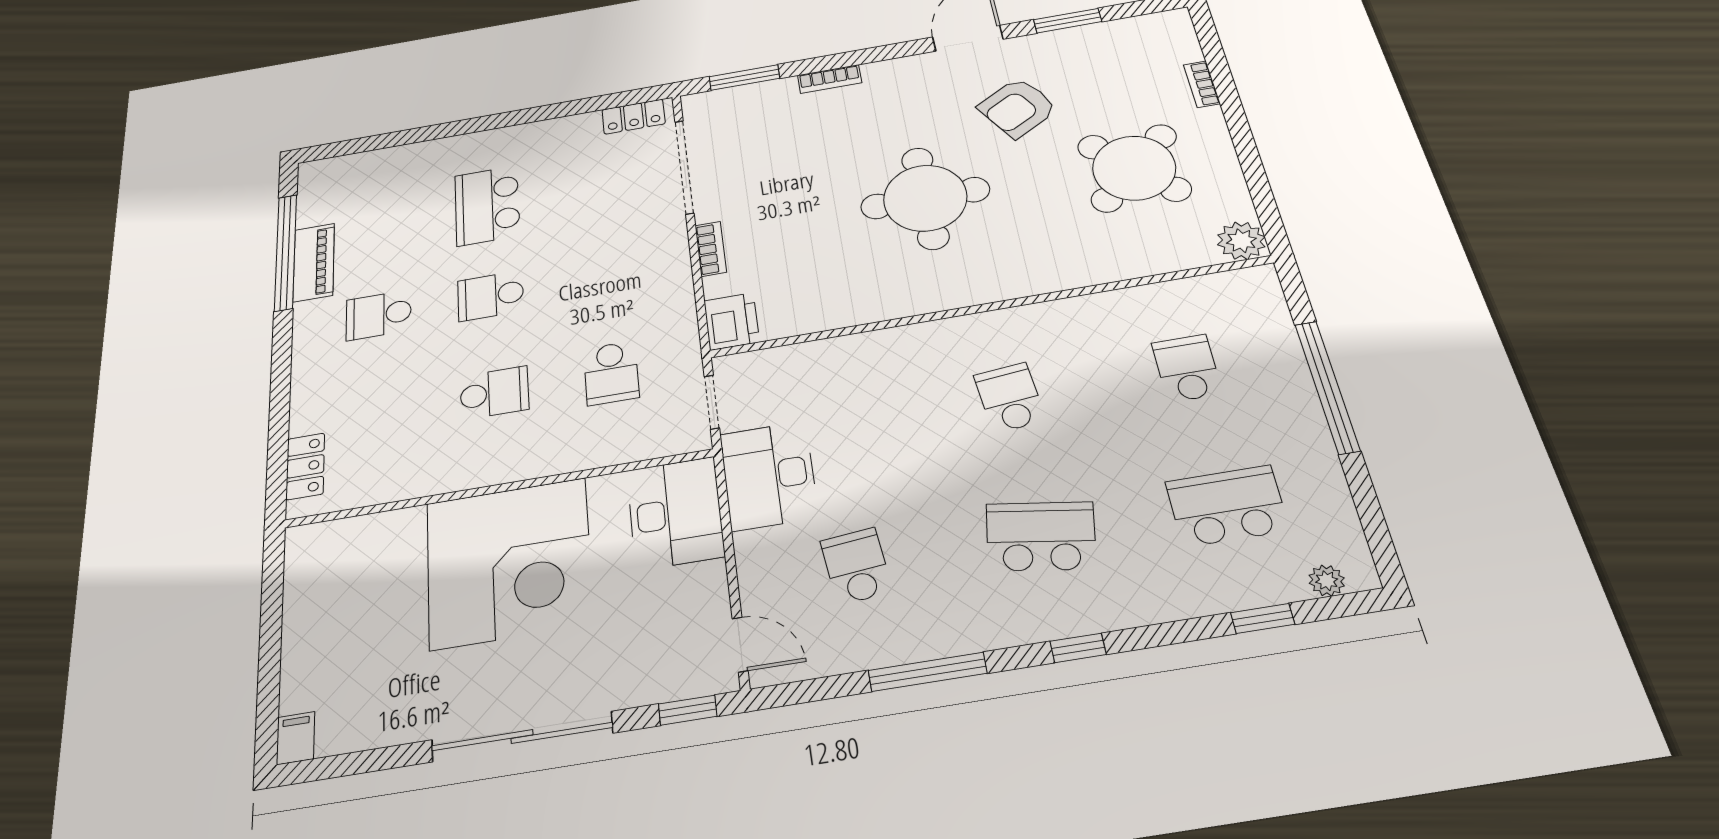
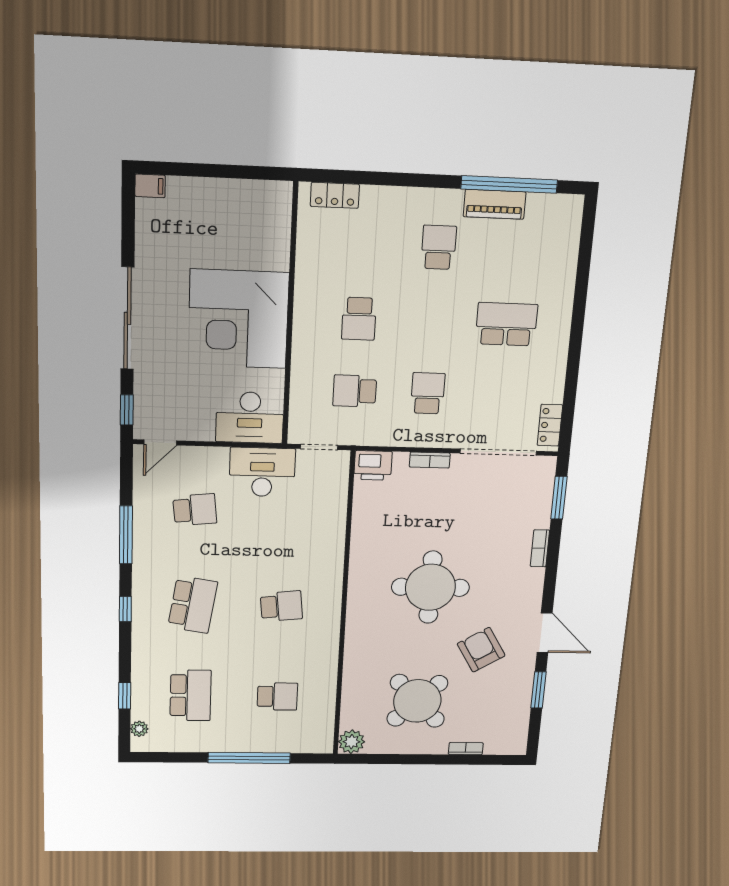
school desk: (491, 296) -> (428, 393), moved

